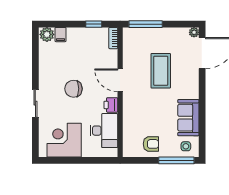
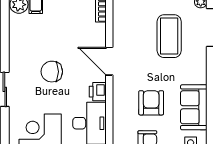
coffee table: (161, 71) -> (169, 36), moved
armchair: (154, 114) -> (151, 103), added

